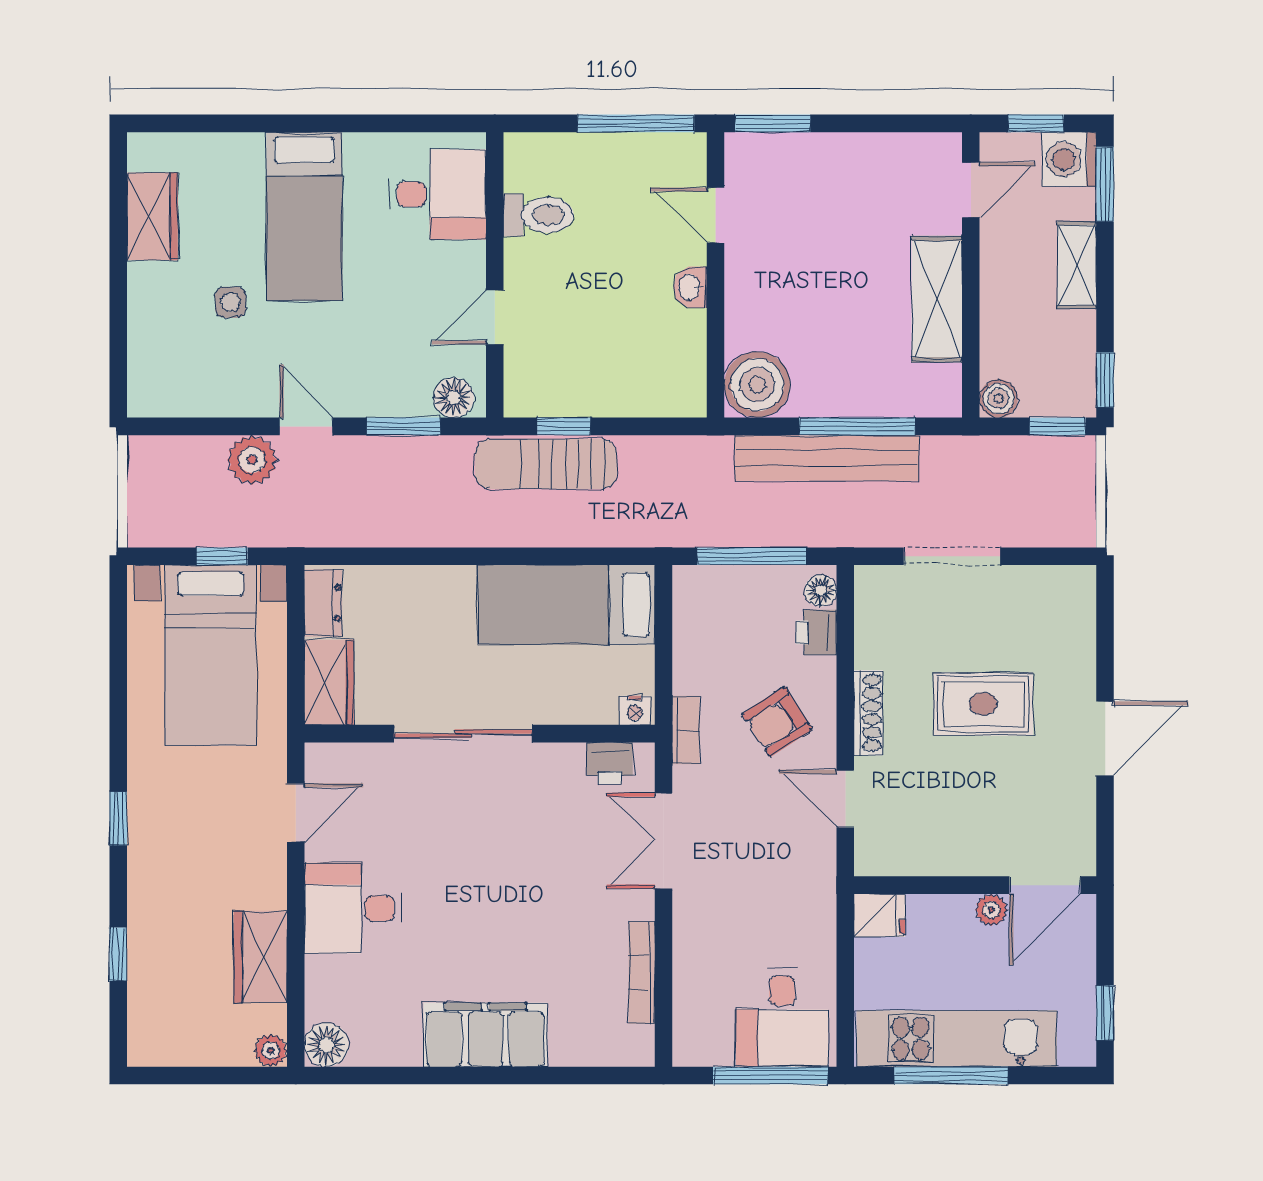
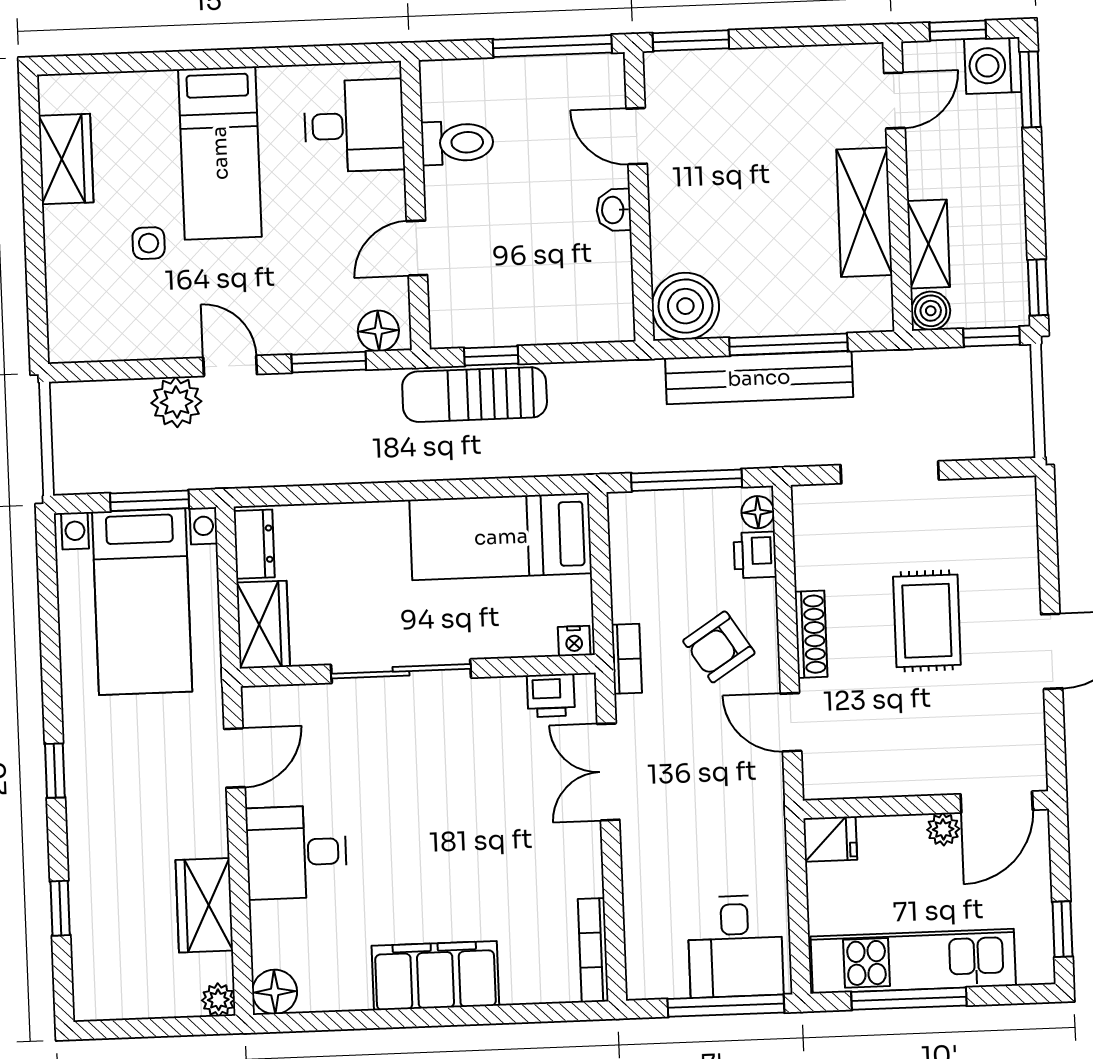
shelving: (1077, 265) -> (929, 244), moved
window: (222, 556) -> (150, 501), width x1.50
rug: (983, 704) -> (927, 621), turned 90
bookcase: (642, 973) -> (593, 950), moved

